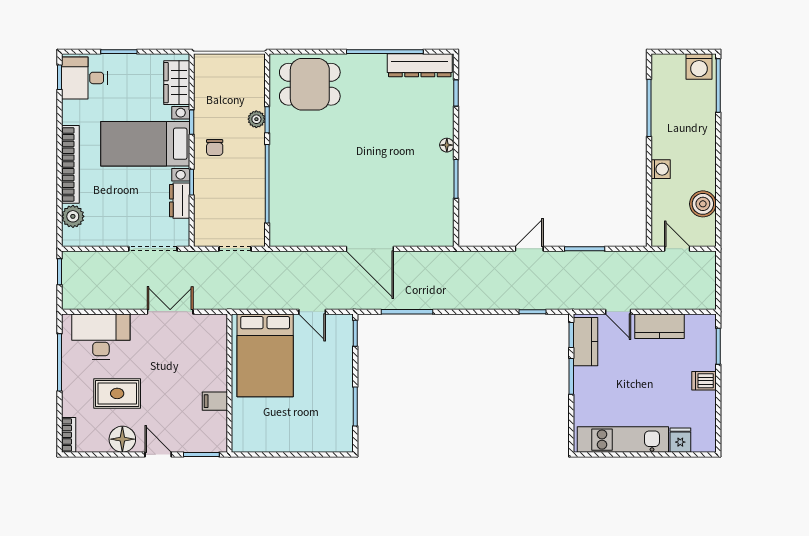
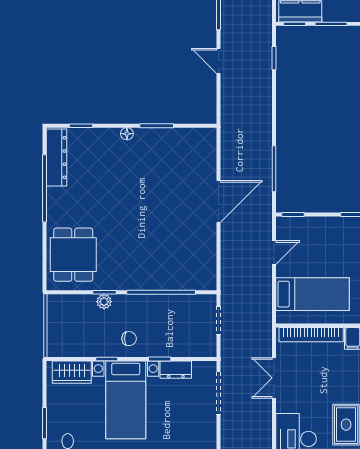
bookcase: (219, 354) -> (311, 335), added
bed: (265, 355) -> (312, 294), width x0.67

